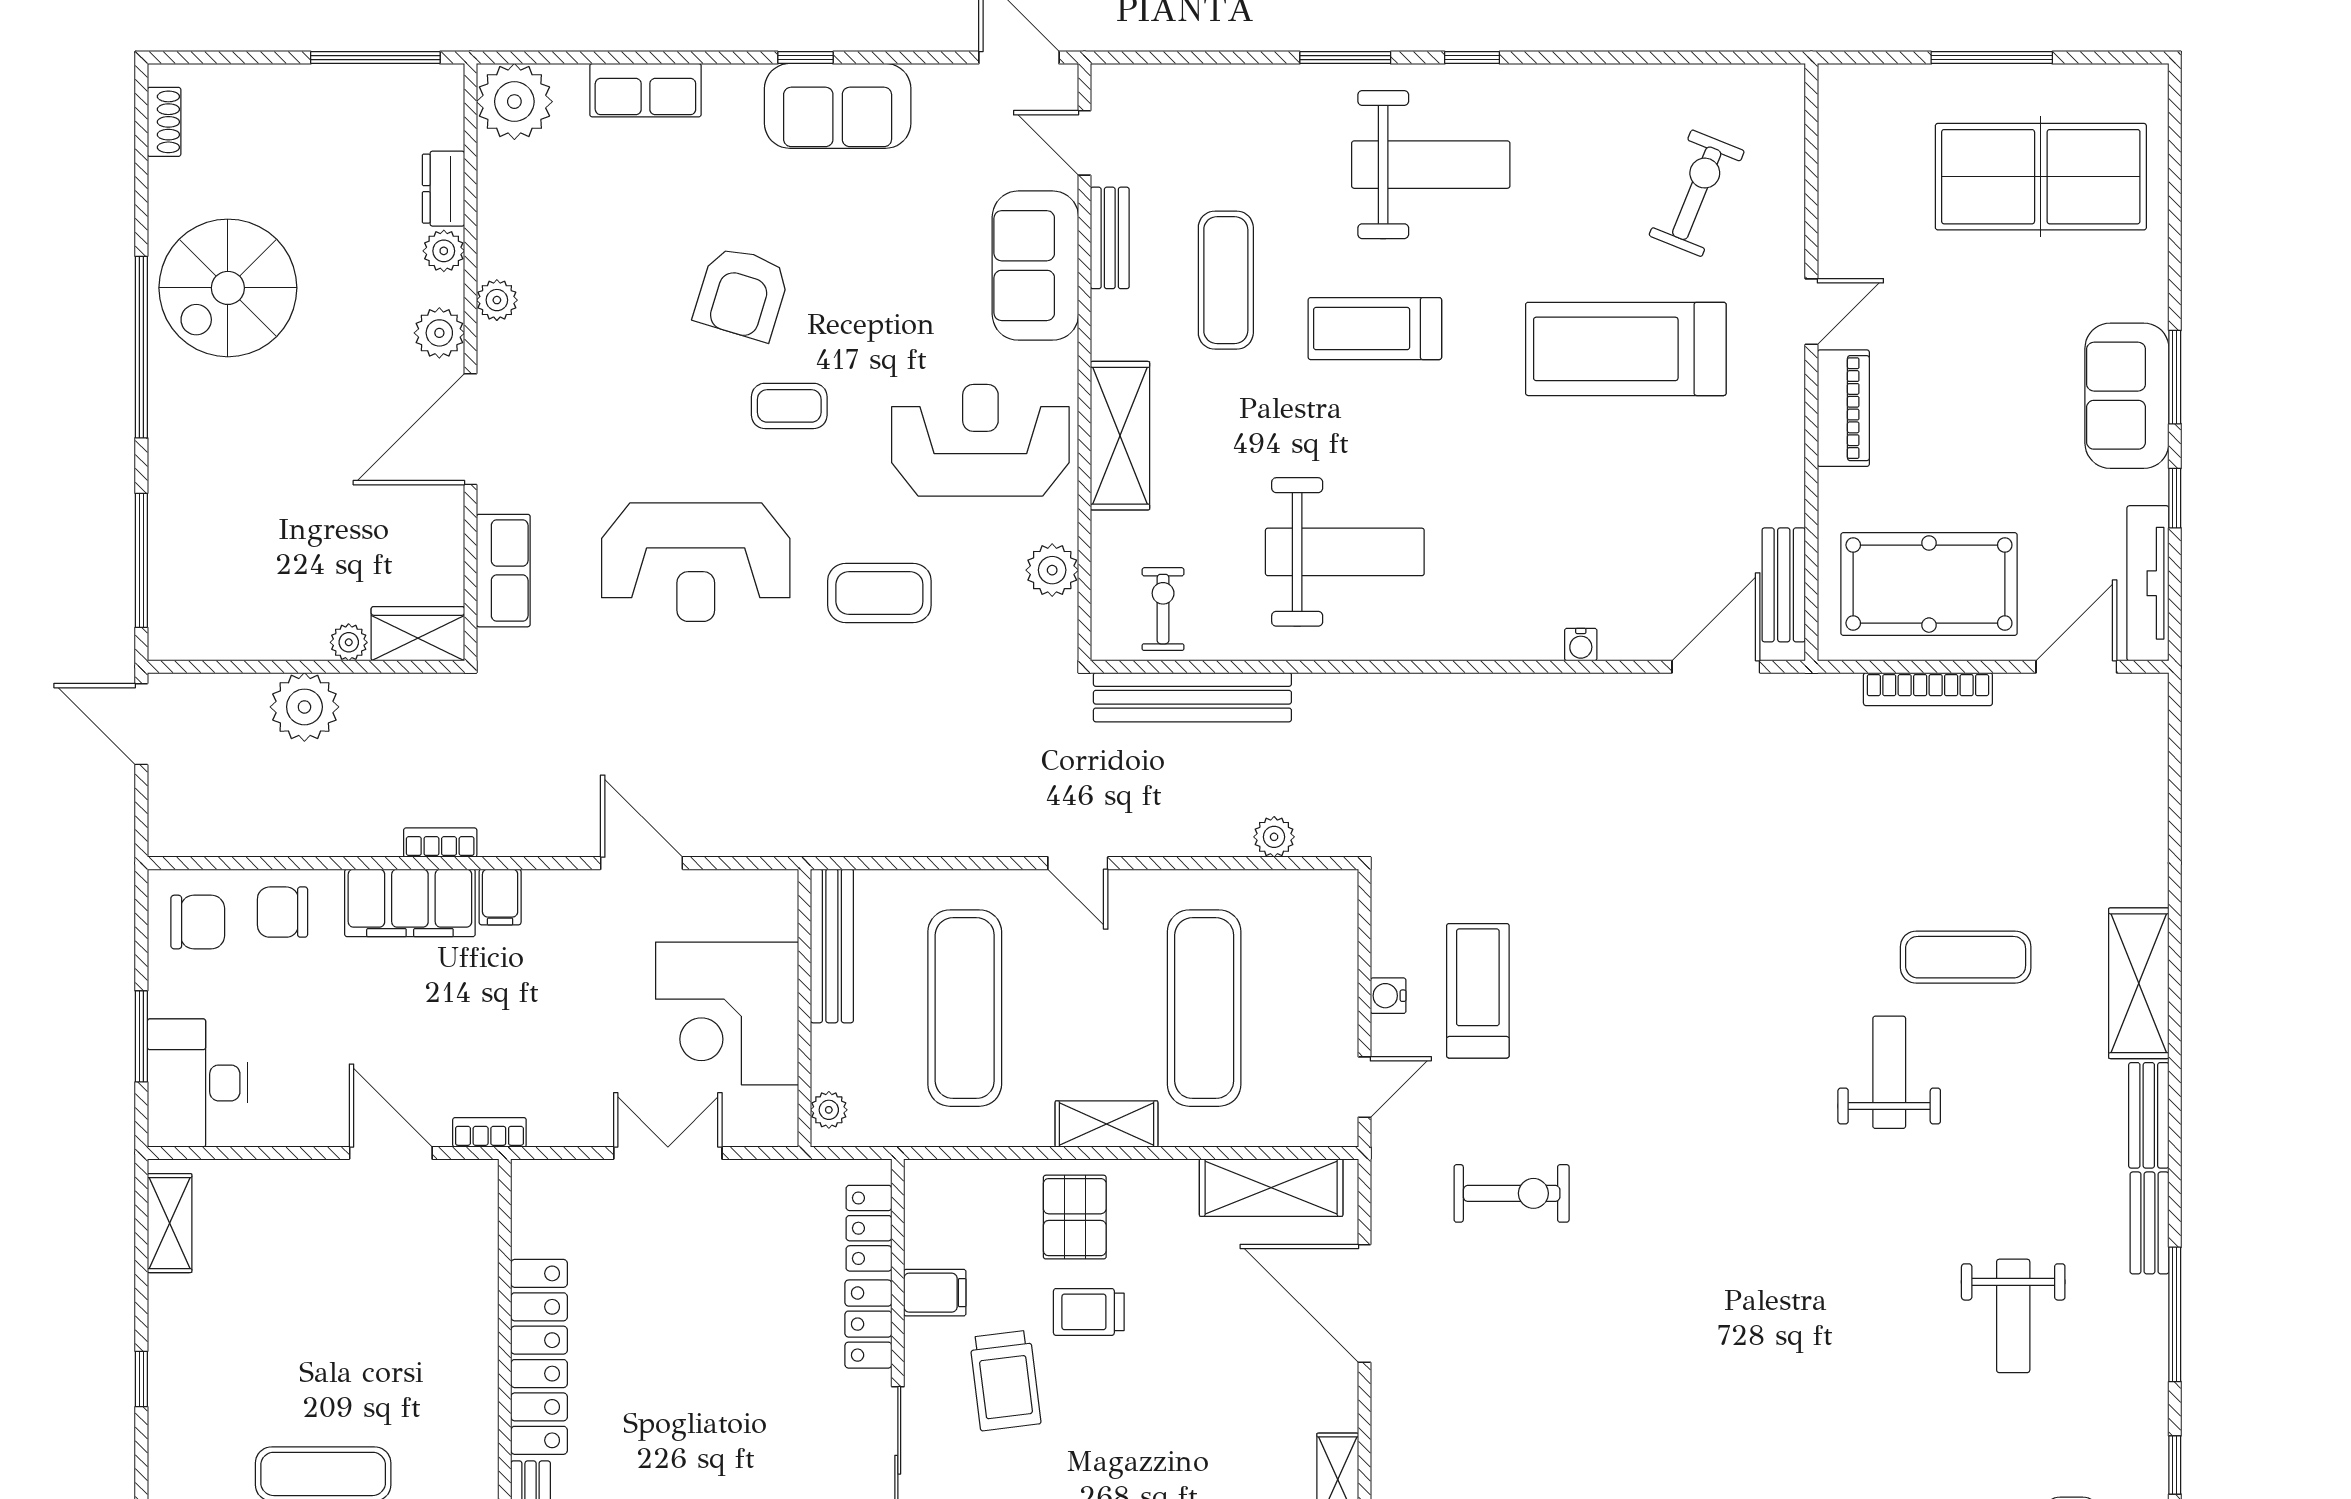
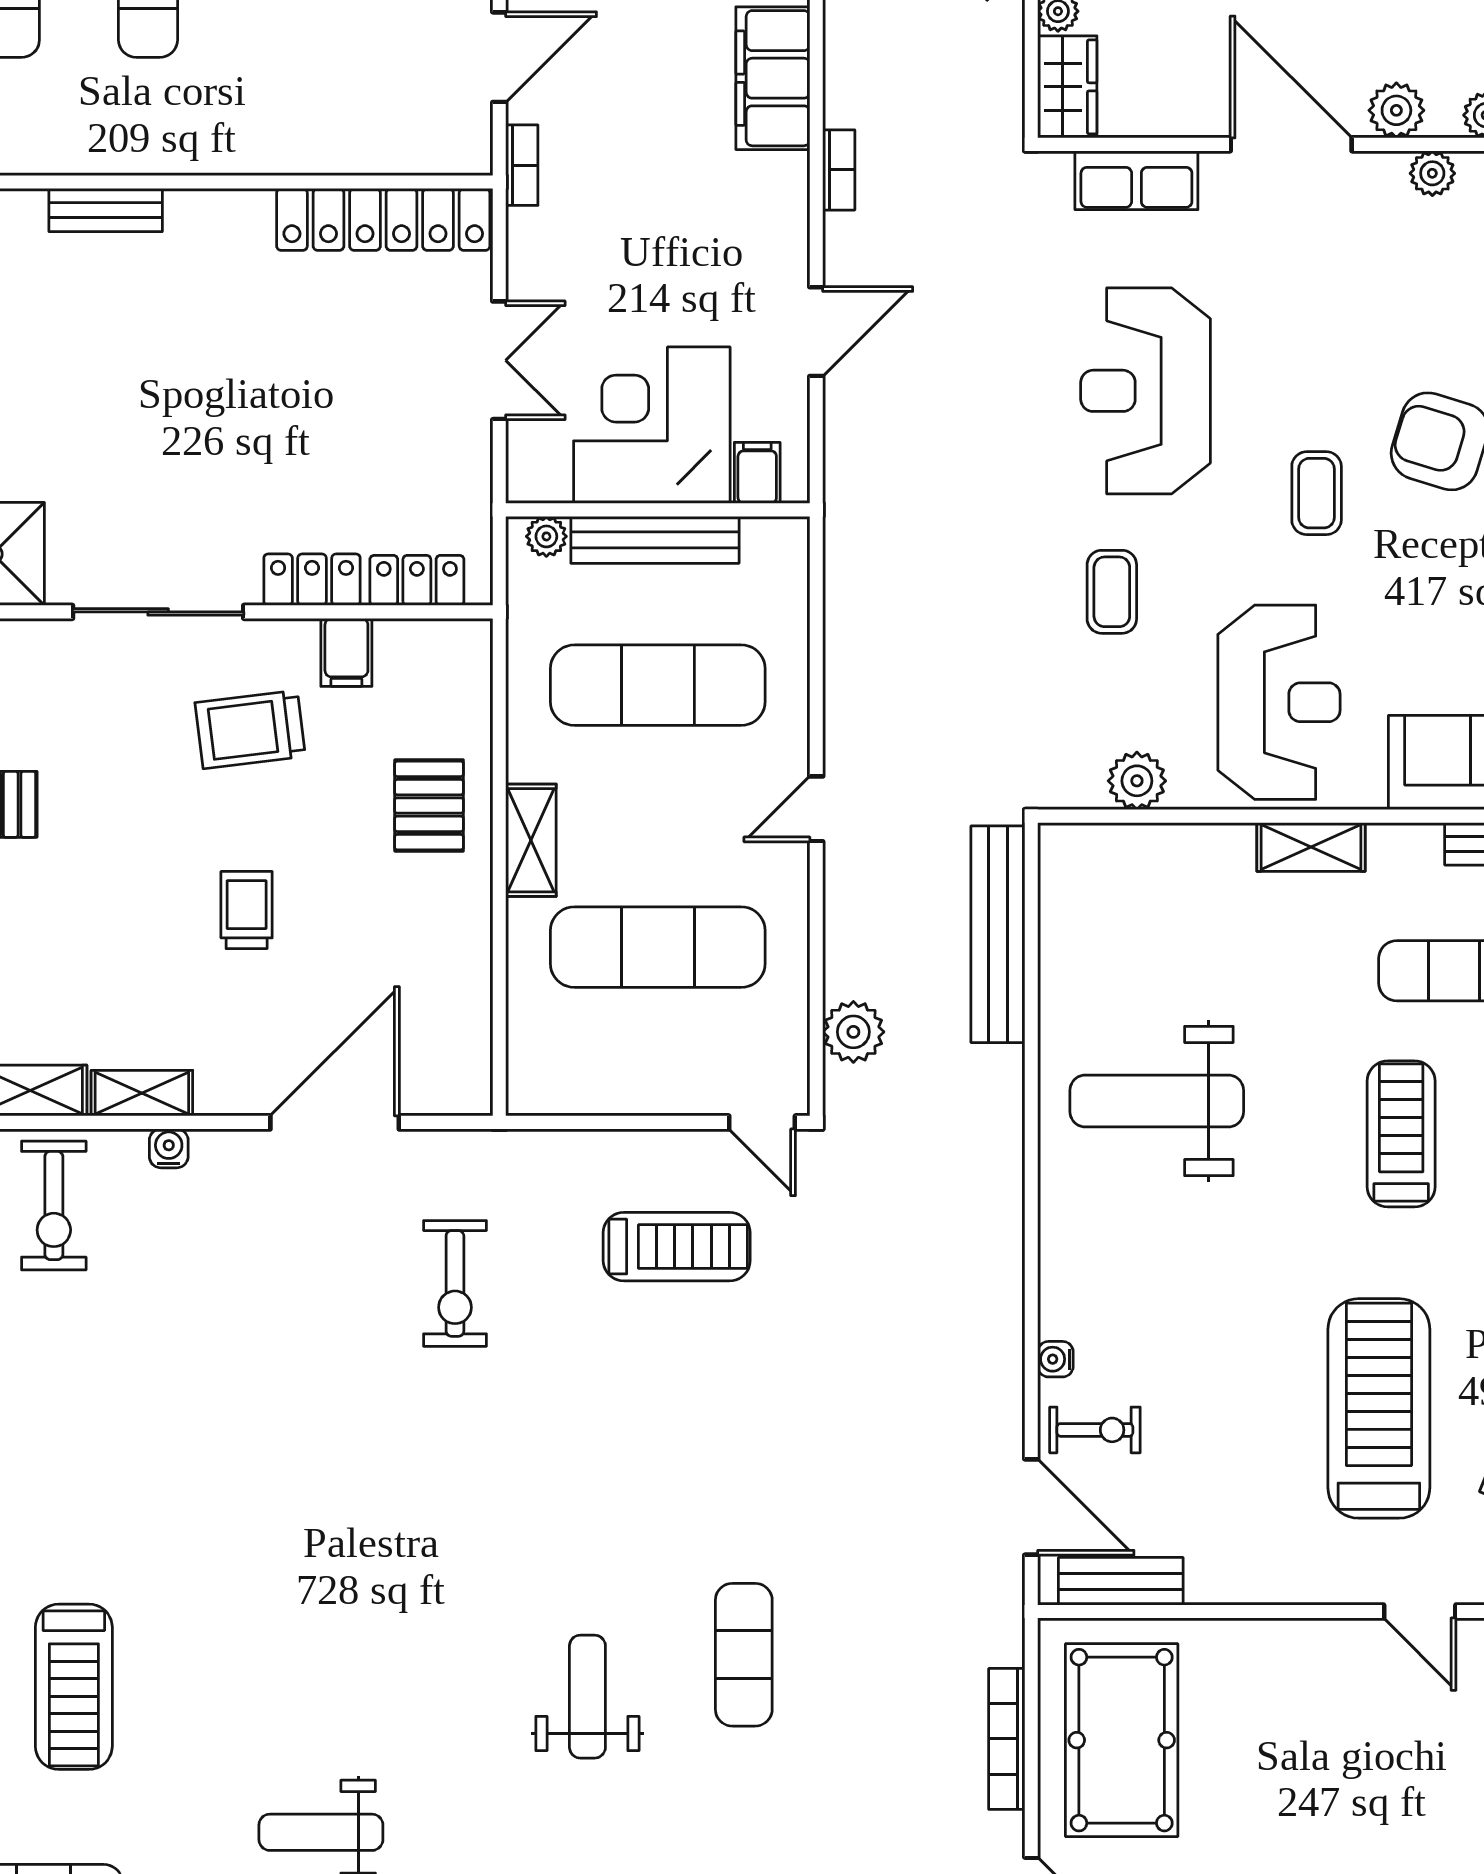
piano: (1843, 408) -> (1314, 1646), removed
shelving: (1120, 436) -> (1311, 847), width x0.67, depth x0.75
weight bench: (1345, 552) -> (1157, 1101), turned 90
coffee table: (879, 593) -> (1112, 592), width x0.73, depth x0.77
exercise bike: (1163, 609) -> (1095, 1430), moved
plant: (1274, 837) -> (853, 1032), width x1.38, depth x1.38
bookcase: (440, 843) -> (839, 170), moved
filing cabinet: (500, 897) -> (757, 473), moved, turned 90
bench: (832, 946) -> (655, 540), moved
exercise mat: (1966, 957) -> (744, 1655), moved
water cooler: (1388, 996) -> (169, 1148), moved
weight bench: (1889, 1072) -> (587, 1697), turned -90
door: (1364, 1087) -> (762, 1122), moved
shelving: (1271, 1188) -> (461, 1020), removed
pallet: (1075, 1217) -> (429, 805), turned 90
trolley: (1089, 1312) -> (247, 910), moved
locker: (539, 1357) -> (383, 219), moved

